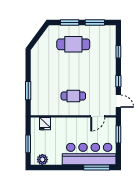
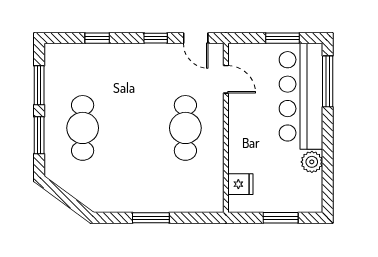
window: (28, 91) -> (151, 218), moved
cafe table: (73, 96) -> (185, 128), width x1.37, depth x1.35
door: (118, 101) -> (196, 38), swing flipped
window: (118, 134) -> (282, 38), moved
plant: (42, 160) -> (312, 162), moved

